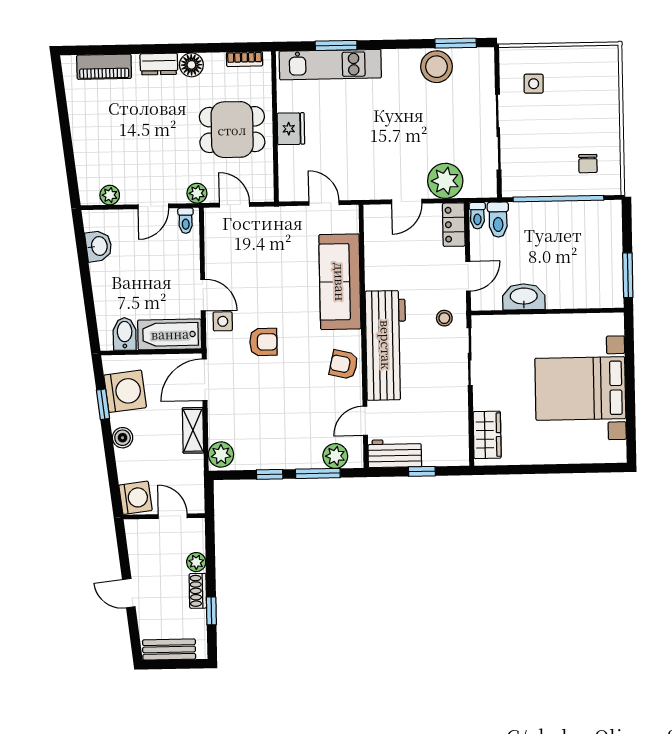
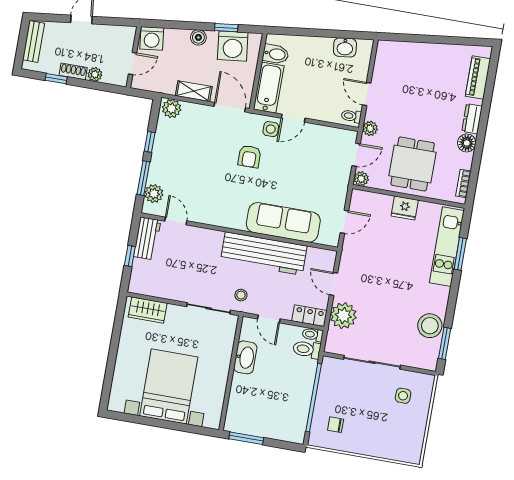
plant: (110, 195) -> (361, 179), moved
workbench: (386, 345) -> (264, 254), moved
armchair: (344, 365) -> (221, 213), removed

